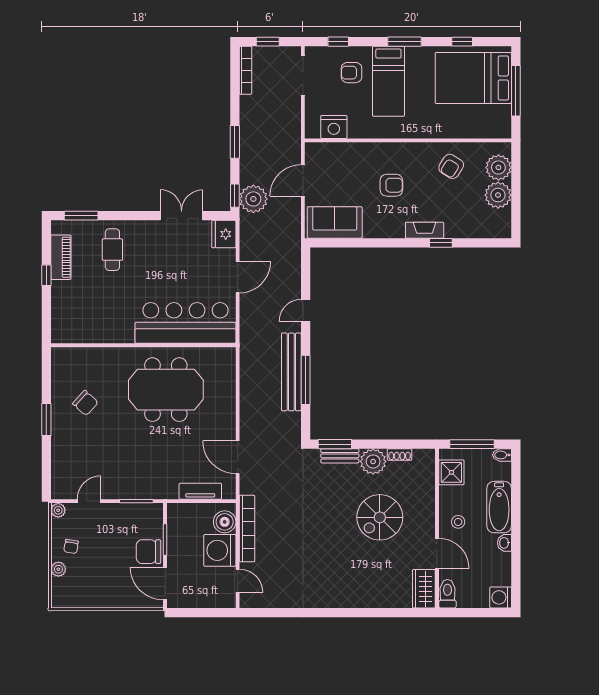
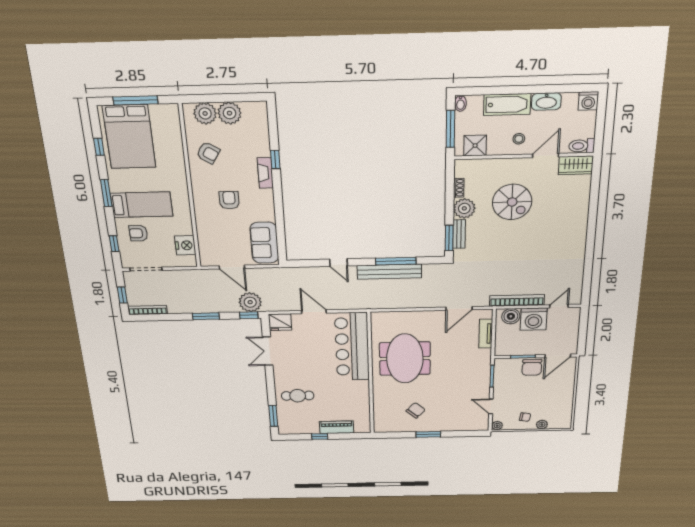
armchair: (351, 73) -> (138, 233), turned 90
piano: (61, 257) -> (337, 427), moved
washbasin: (504, 543) -> (546, 101), width x1.91, depth x1.45

